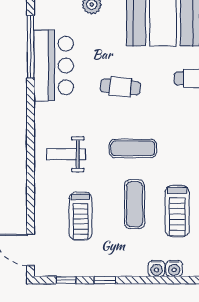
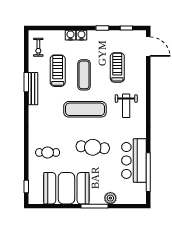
cafe table: (120, 87) -> (93, 147), width x1.37, depth x1.35
exercise mat: (133, 148) -> (85, 109), width x1.36, depth x1.45
weight bench: (66, 154) -> (126, 106), turned 90
water cooler: (174, 269) -> (81, 35), moved

